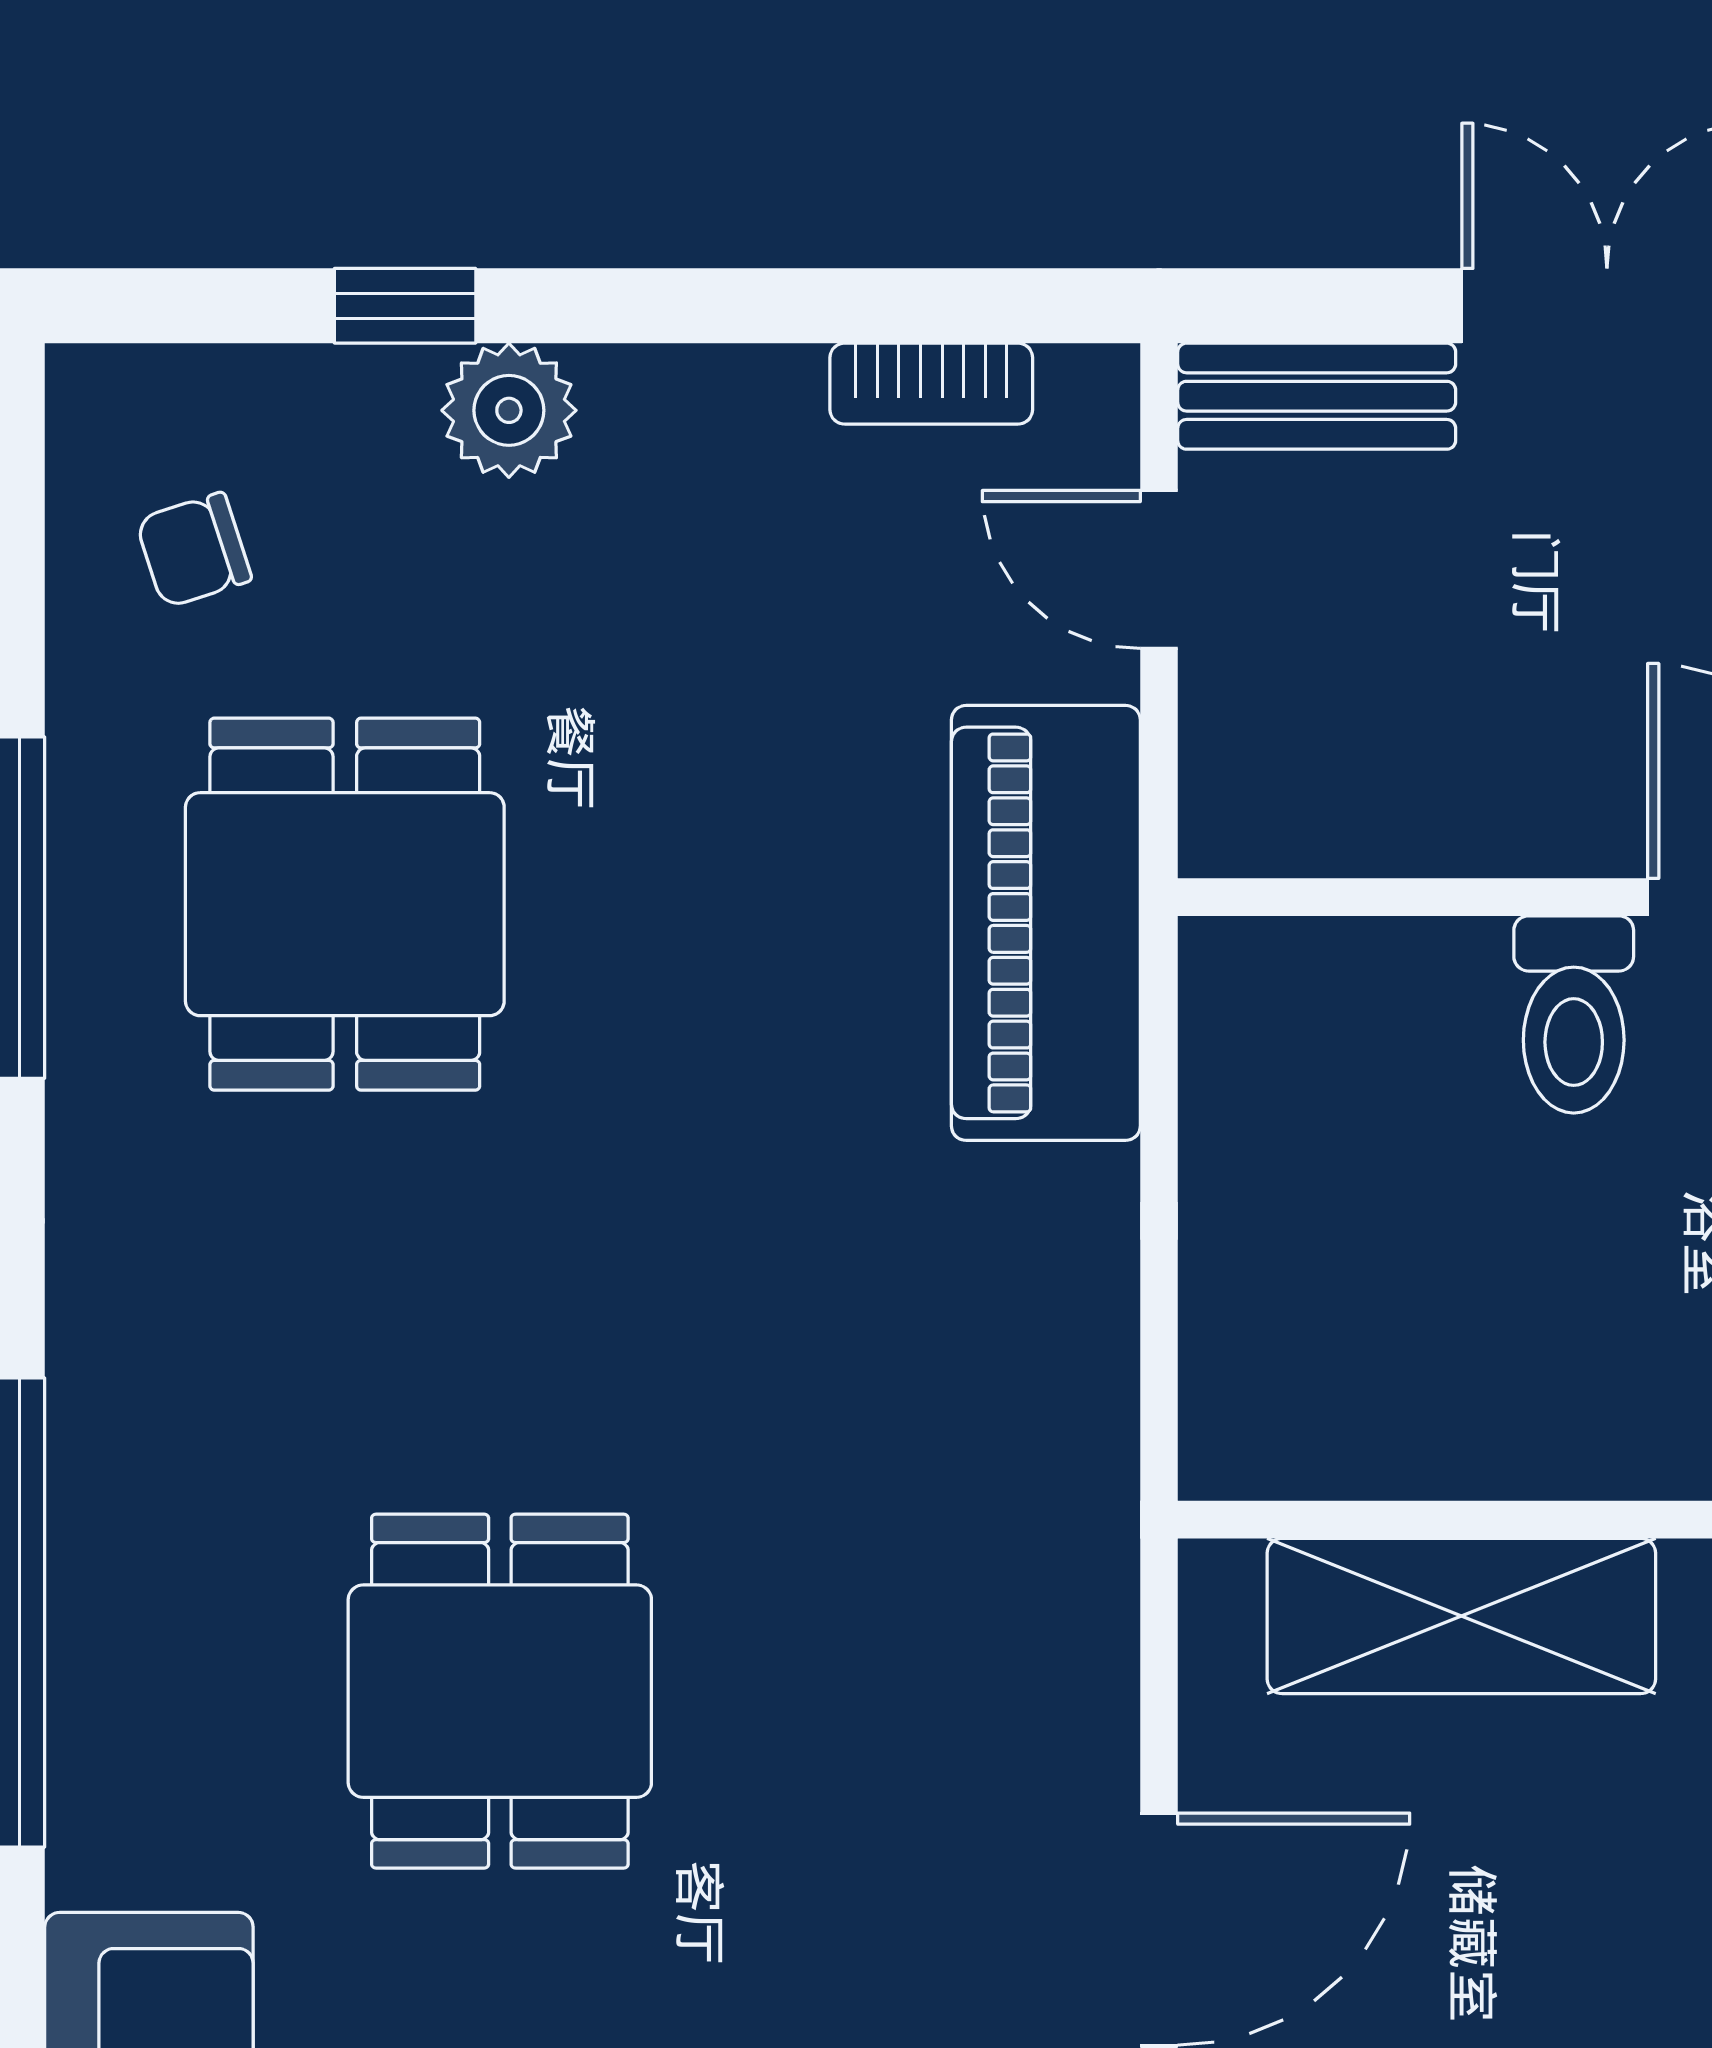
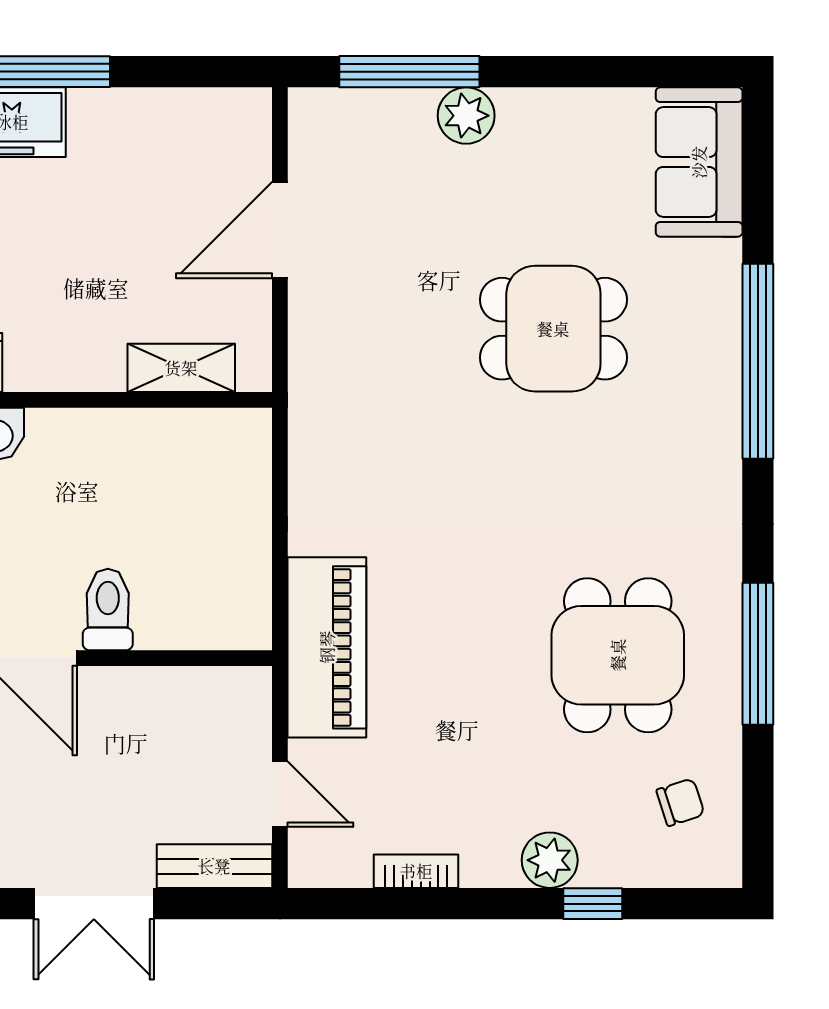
bookcase: (931, 384) -> (416, 871), moved
shelving: (1461, 1616) -> (181, 368), width x0.67, depth x0.75
dining table: (500, 1691) -> (553, 329), turned 90

